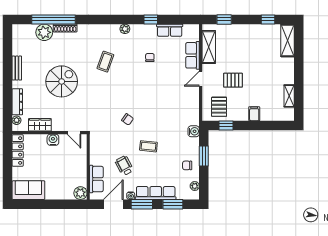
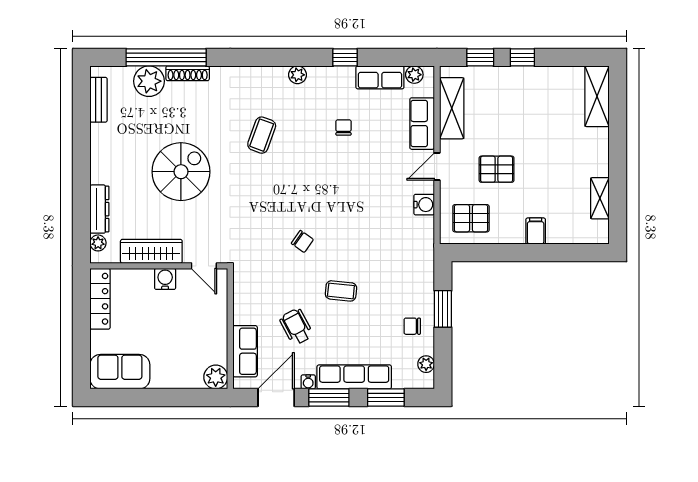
window: (268, 19) -> (522, 57), moved
plant: (188, 29) -> (414, 75), added
bench: (17, 68) -> (99, 100), moved
pallet: (219, 107) -> (471, 218), turned 90
wardrobe: (40, 125) -> (151, 251), width x1.50
window: (226, 125) -> (484, 253), removed
water cooler: (194, 131) -> (424, 205), moved

